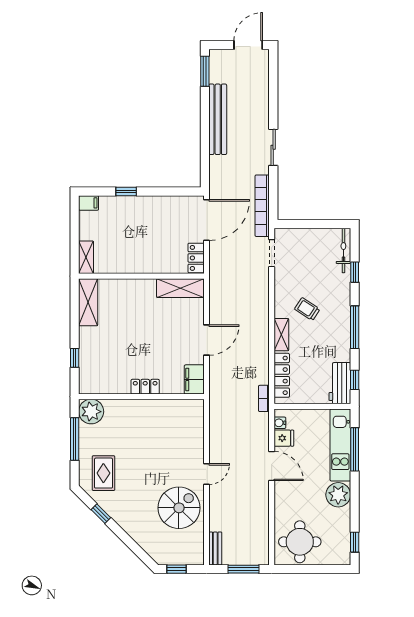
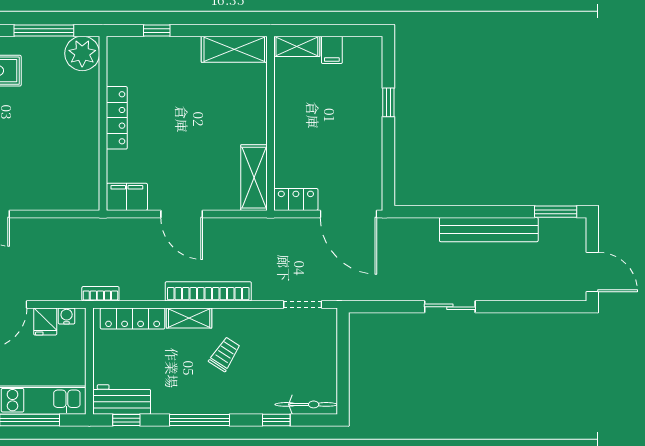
filing cabinet: (89, 203) -> (332, 50), moved
bookcase: (262, 206) -> (208, 291), moved
locker: (145, 387) -> (117, 118), width x1.53

